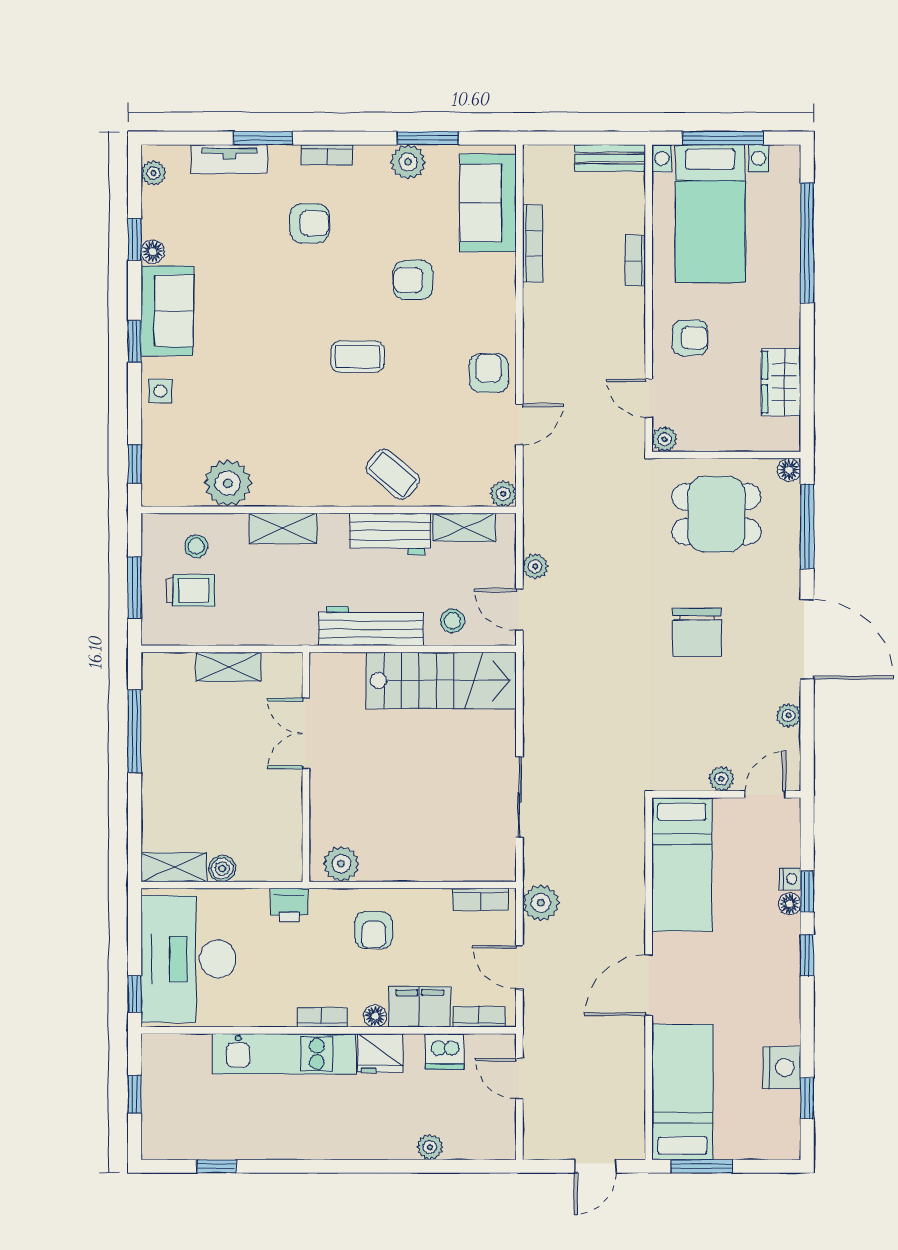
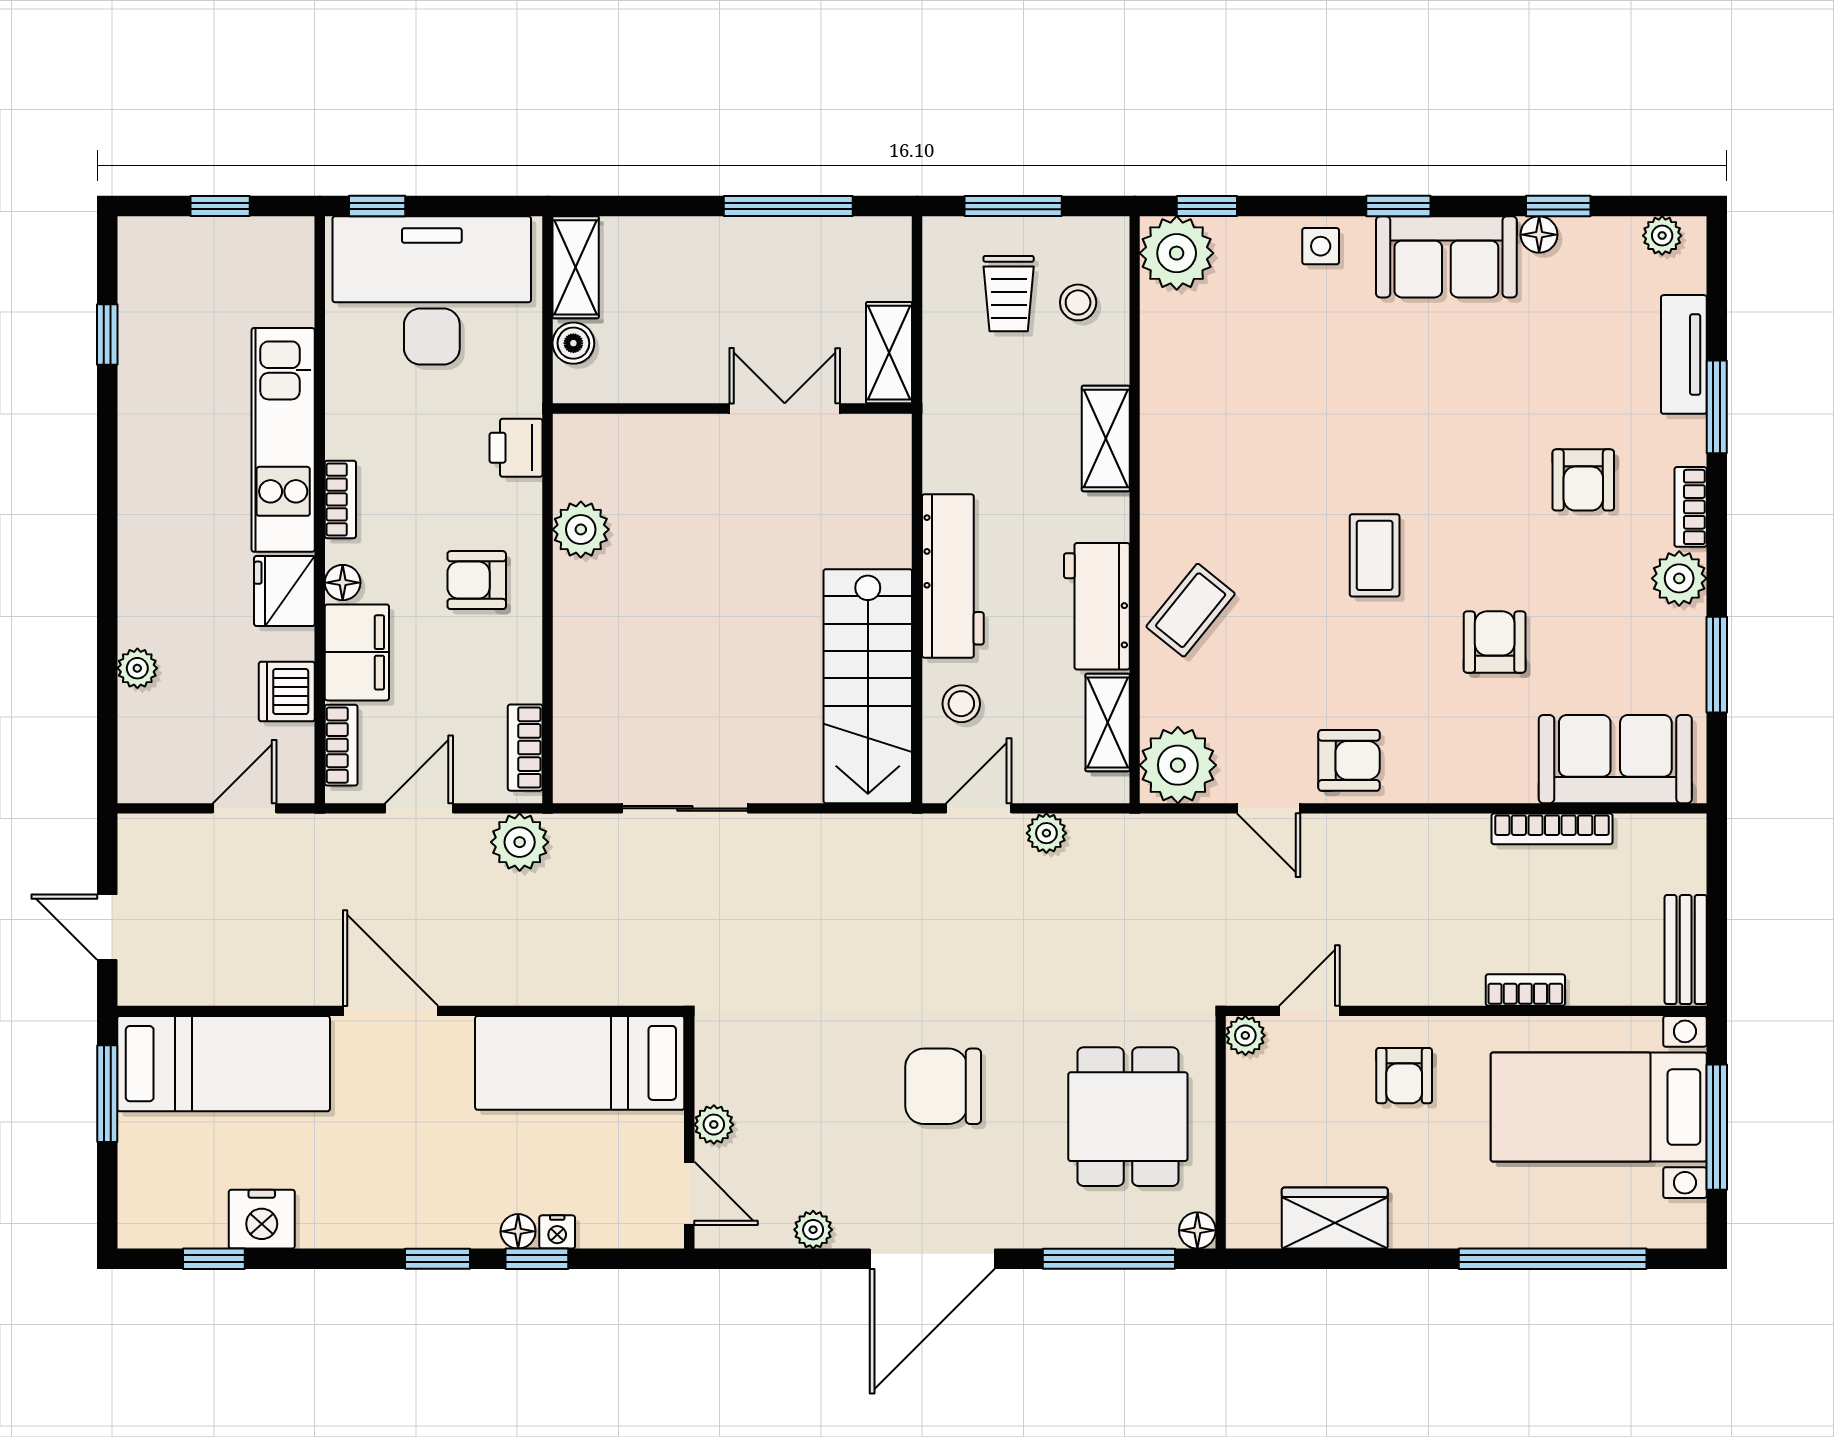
plant: (408, 162) -> (1679, 578), moved
plant: (228, 483) -> (1177, 253), moved
plant: (503, 494) -> (1178, 765), width x1.88, depth x1.88
double door: (306, 734) -> (785, 409), moved
wall: (306, 767) -> (732, 409), moved

